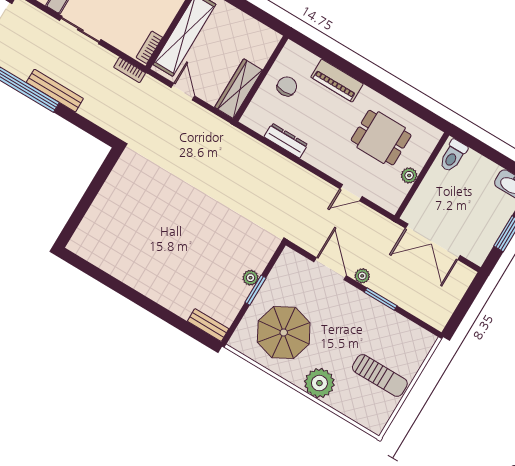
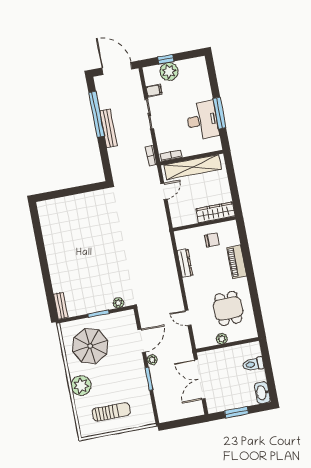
wardrobe: (239, 89) -> (216, 212), moved
toilet: (453, 156) -> (253, 364), moved
plant: (251, 278) -> (118, 303), moved
sun lounger: (380, 375) -> (111, 412), turned -90

